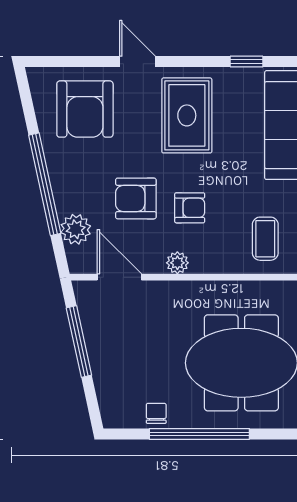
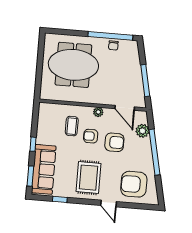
armchair: (85, 109) -> (134, 184), turned -90
coffee table: (265, 239) -> (72, 126), moved
window: (199, 434) -> (110, 36), moved

